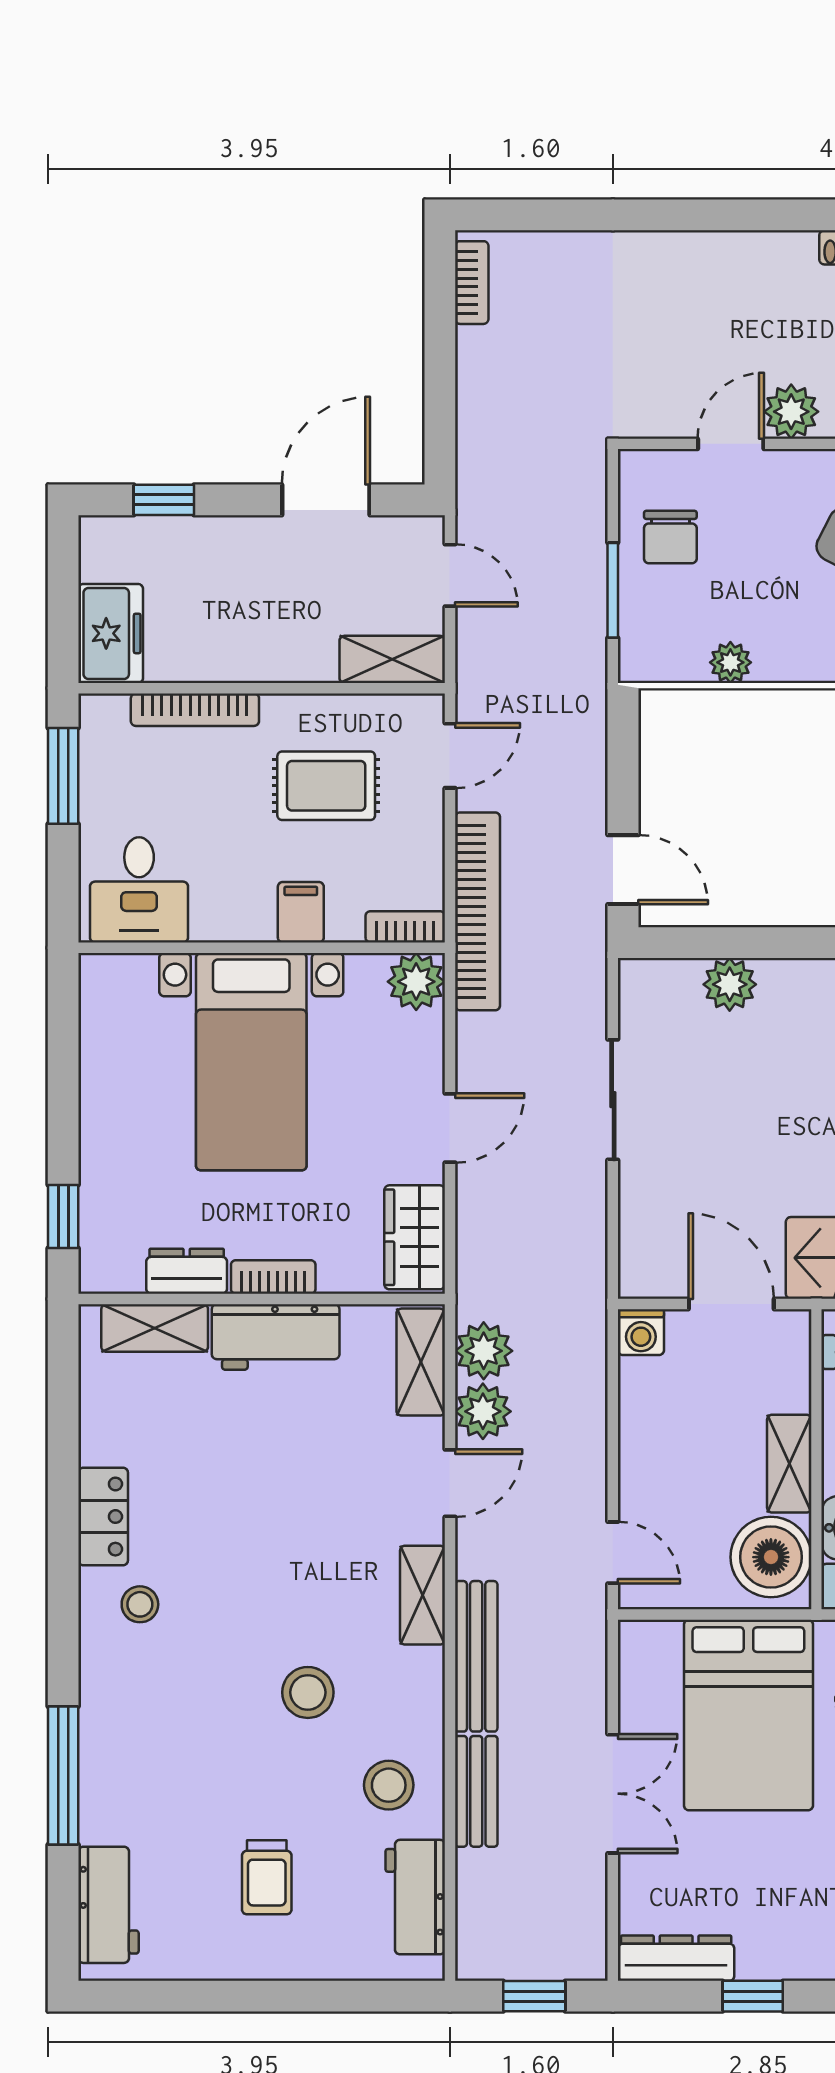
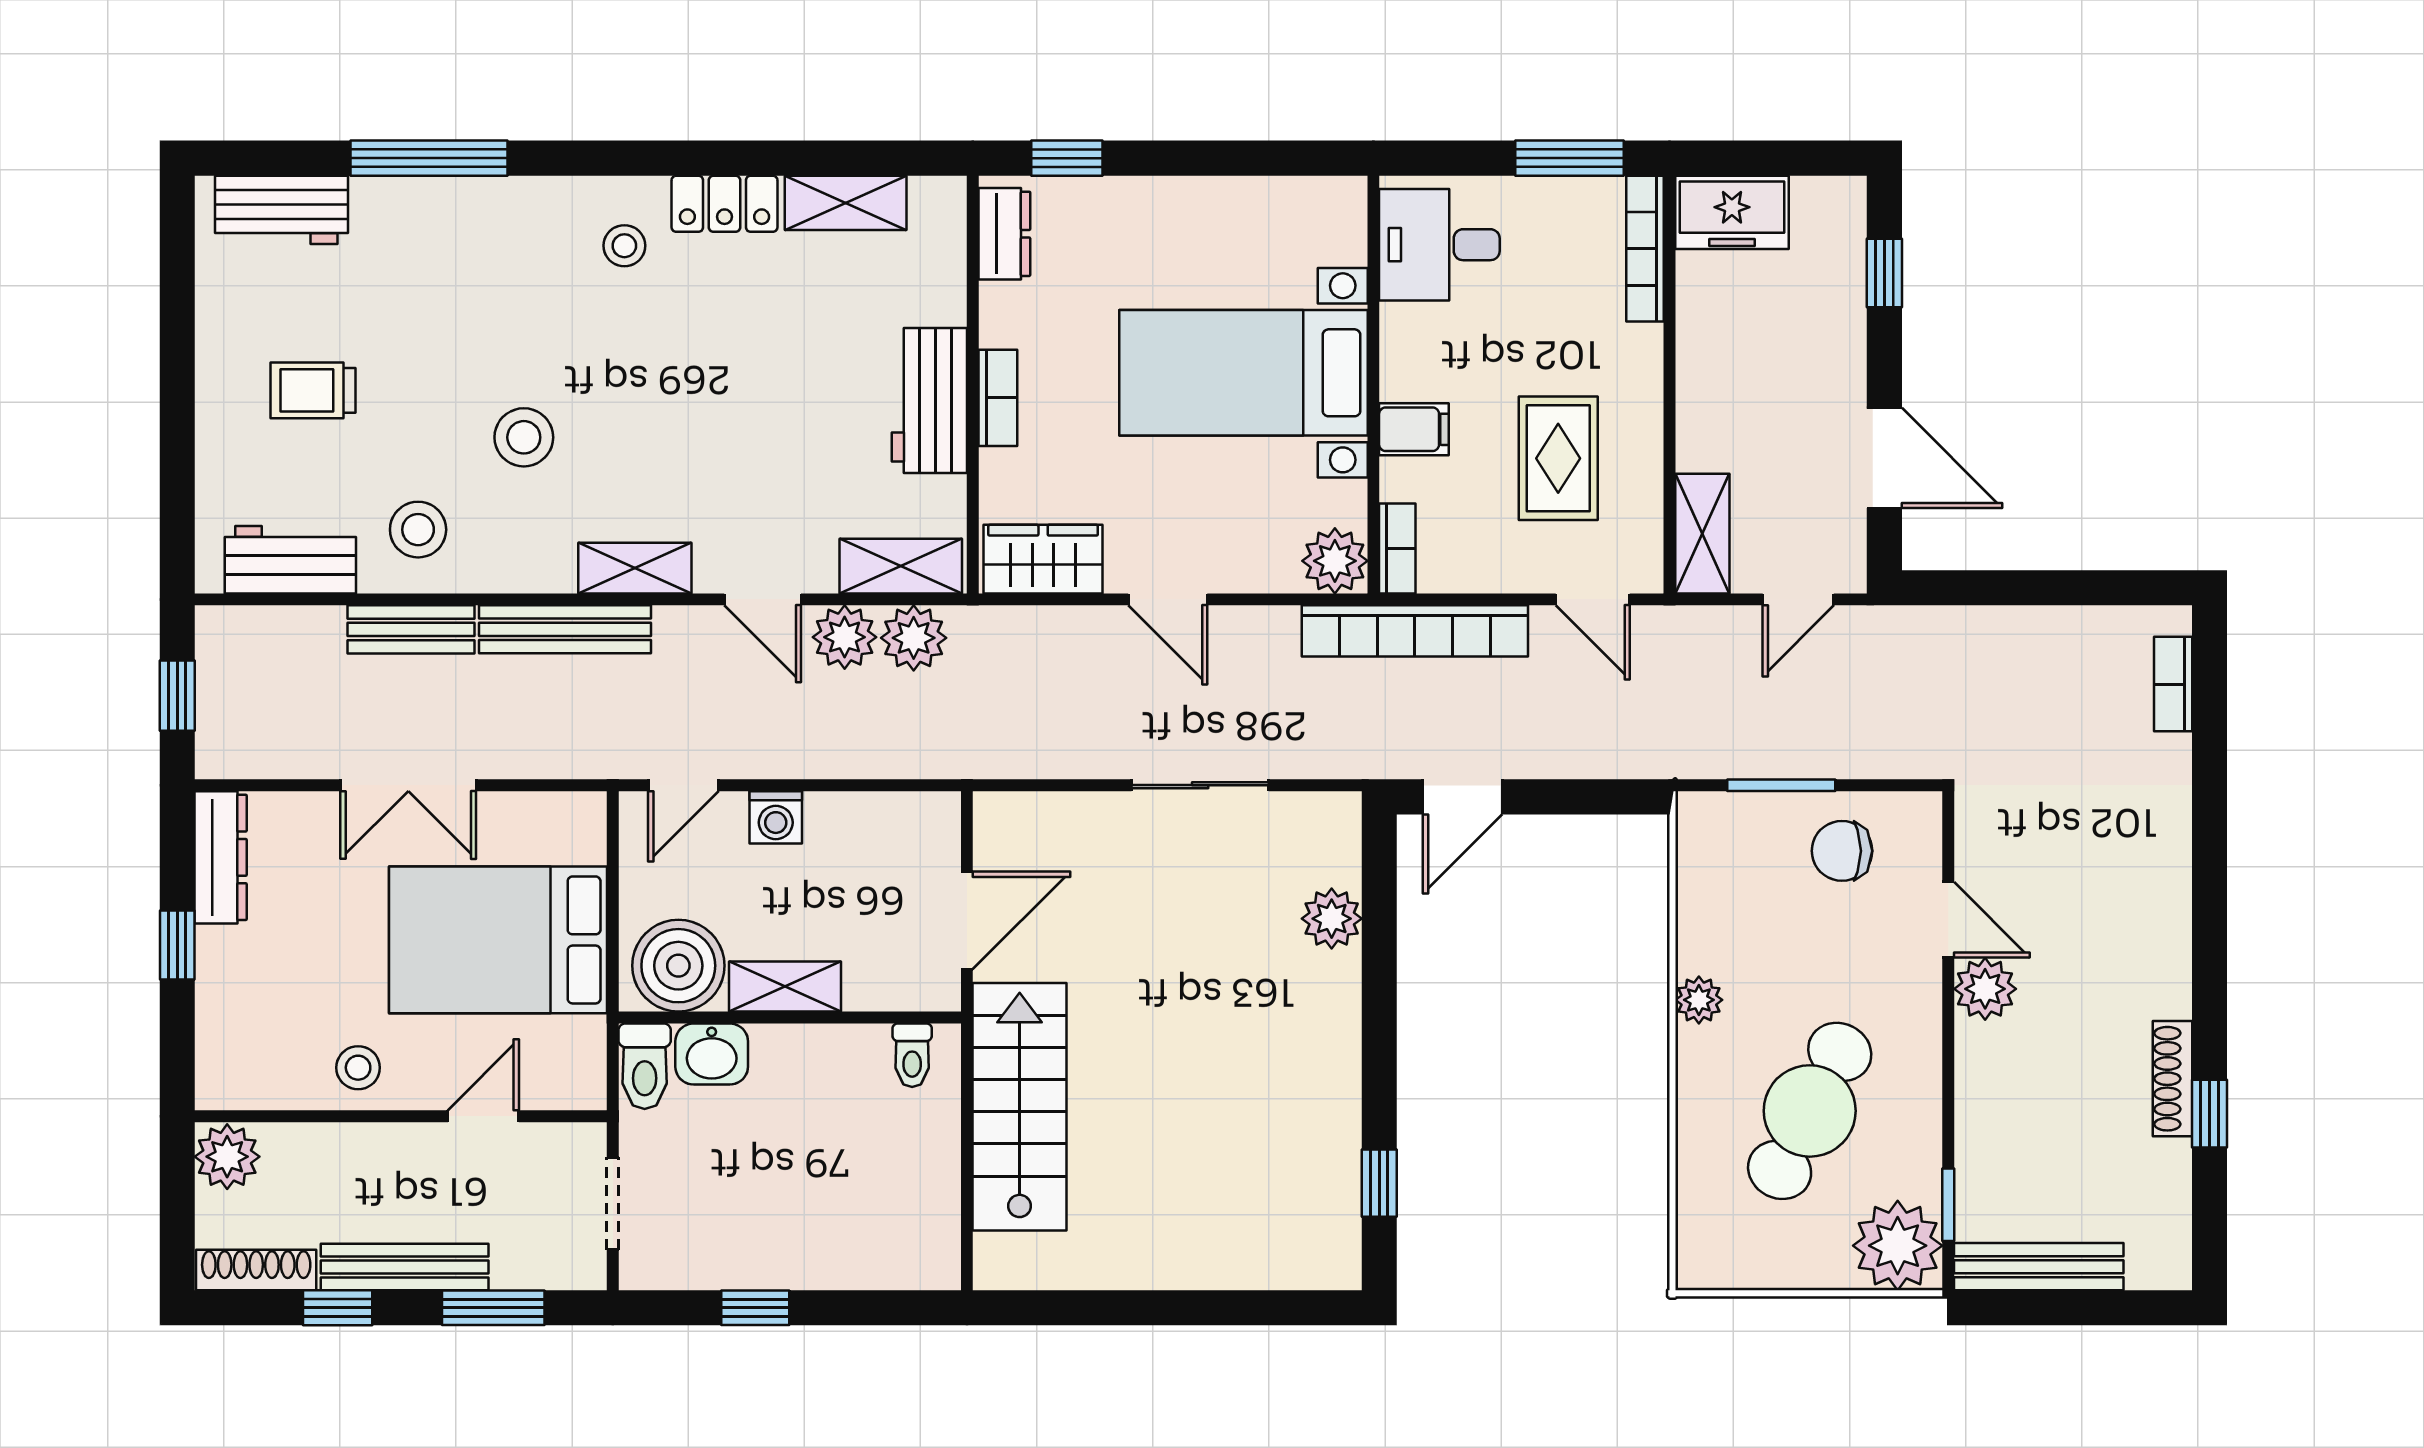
bookcase: (472, 283) -> (2173, 684), moved, turned 90
plant: (730, 662) -> (1699, 1000), moved
bookcase: (195, 710) -> (1645, 249), moved
dresser: (187, 1271) -> (1004, 234), moved
shelving: (155, 1328) -> (846, 203), moved, turned 90
washing machine: (641, 1332) -> (776, 817), moved, turned -90

